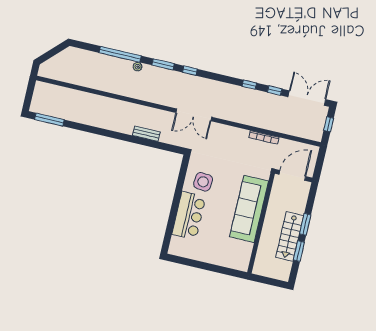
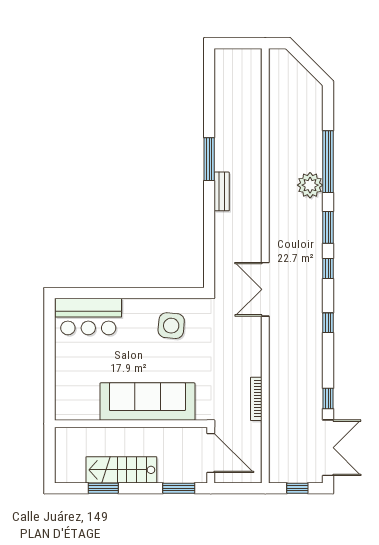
plant: (138, 67) -> (310, 185), width x1.88, depth x1.88
window: (249, 85) -> (328, 323), moved
window: (49, 120) -> (209, 159), moved
bench: (146, 134) -> (222, 191), moved
bar counter: (189, 216) -> (88, 317), moved
window: (305, 224) -> (179, 488), moved

